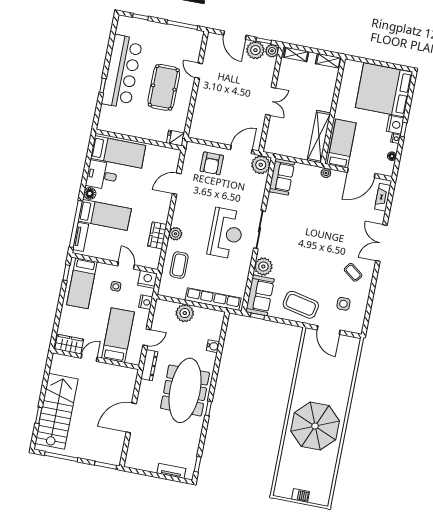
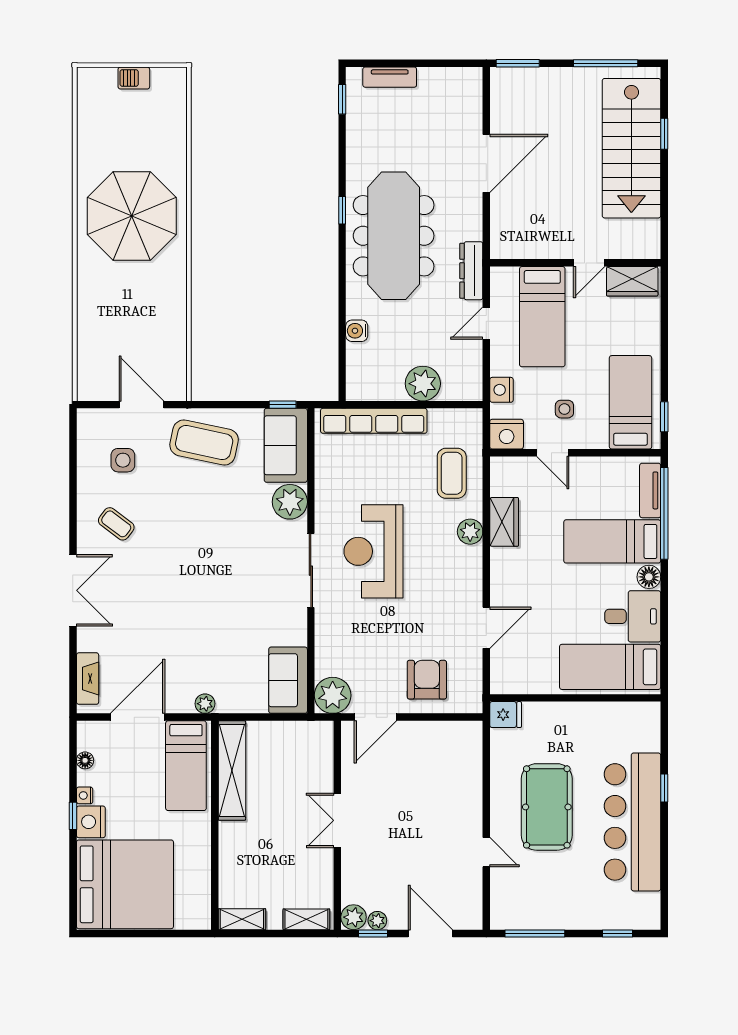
plant: (255, 50) -> (377, 921), width x0.53, depth x0.53

